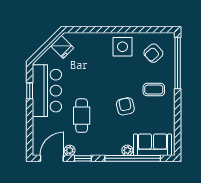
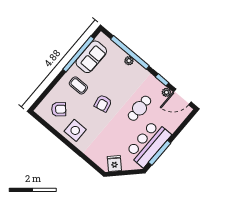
window: (178, 63) -> (78, 54), moved
window: (30, 91) -> (160, 153), width x2.17
armchair: (125, 106) -> (103, 103), moved
sofa: (152, 145) -> (91, 57), moved, turned -90

